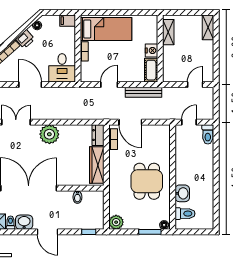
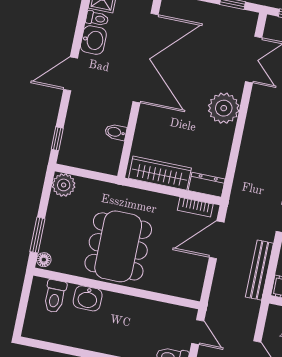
dining table: (147, 181) -> (118, 246), width x1.38

